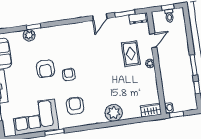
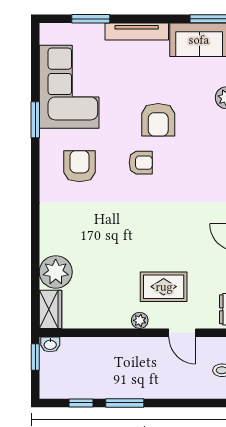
armchair: (45, 69) -> (158, 120), turned -90
armchair: (75, 106) -> (80, 166), turned -90
plant: (114, 113) -> (56, 272), moved

